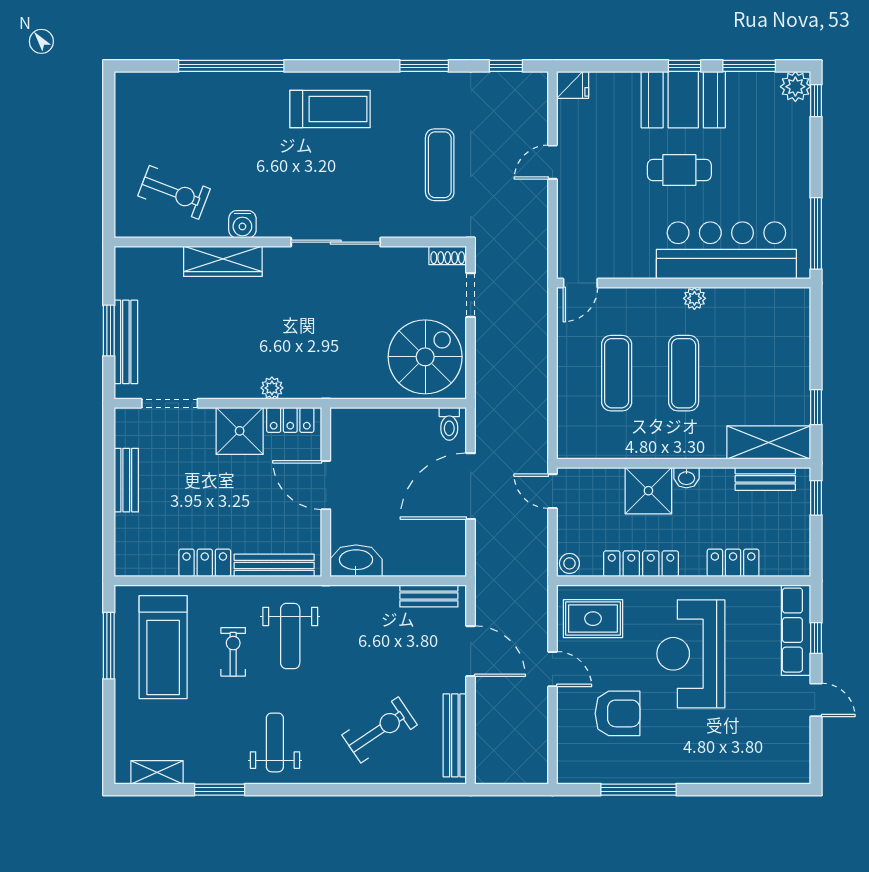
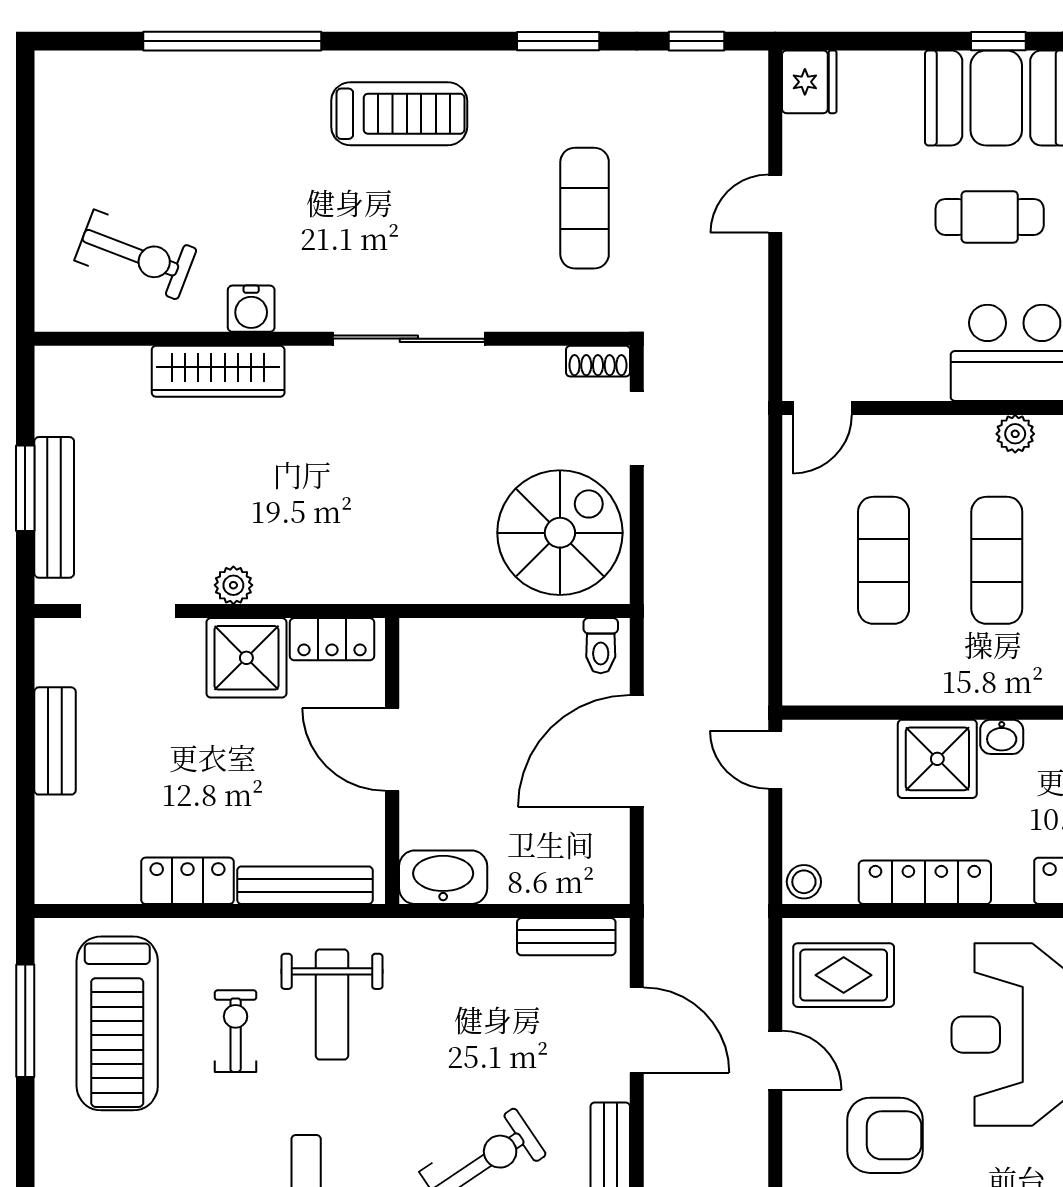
fridge: (573, 85) -> (809, 82), width x1.38
plant: (272, 388) -> (233, 585), moved

